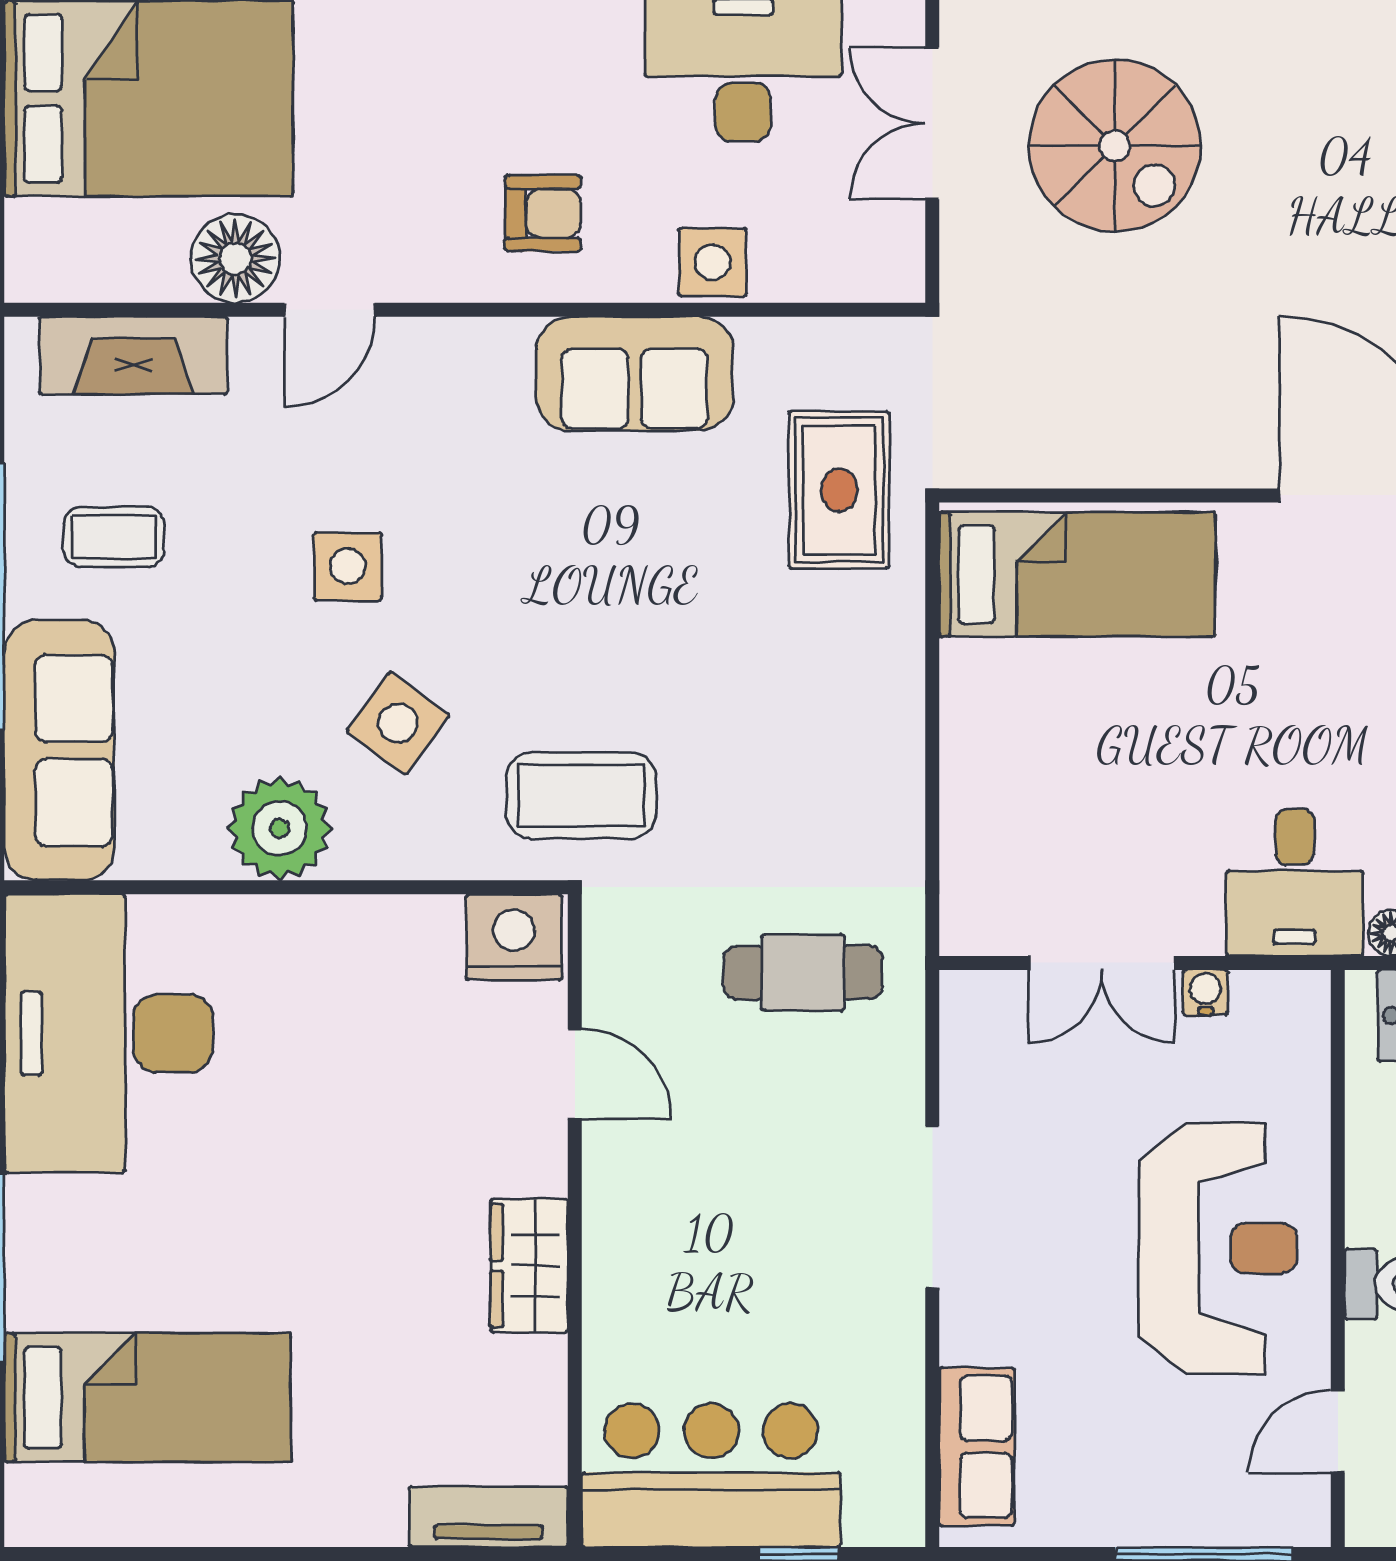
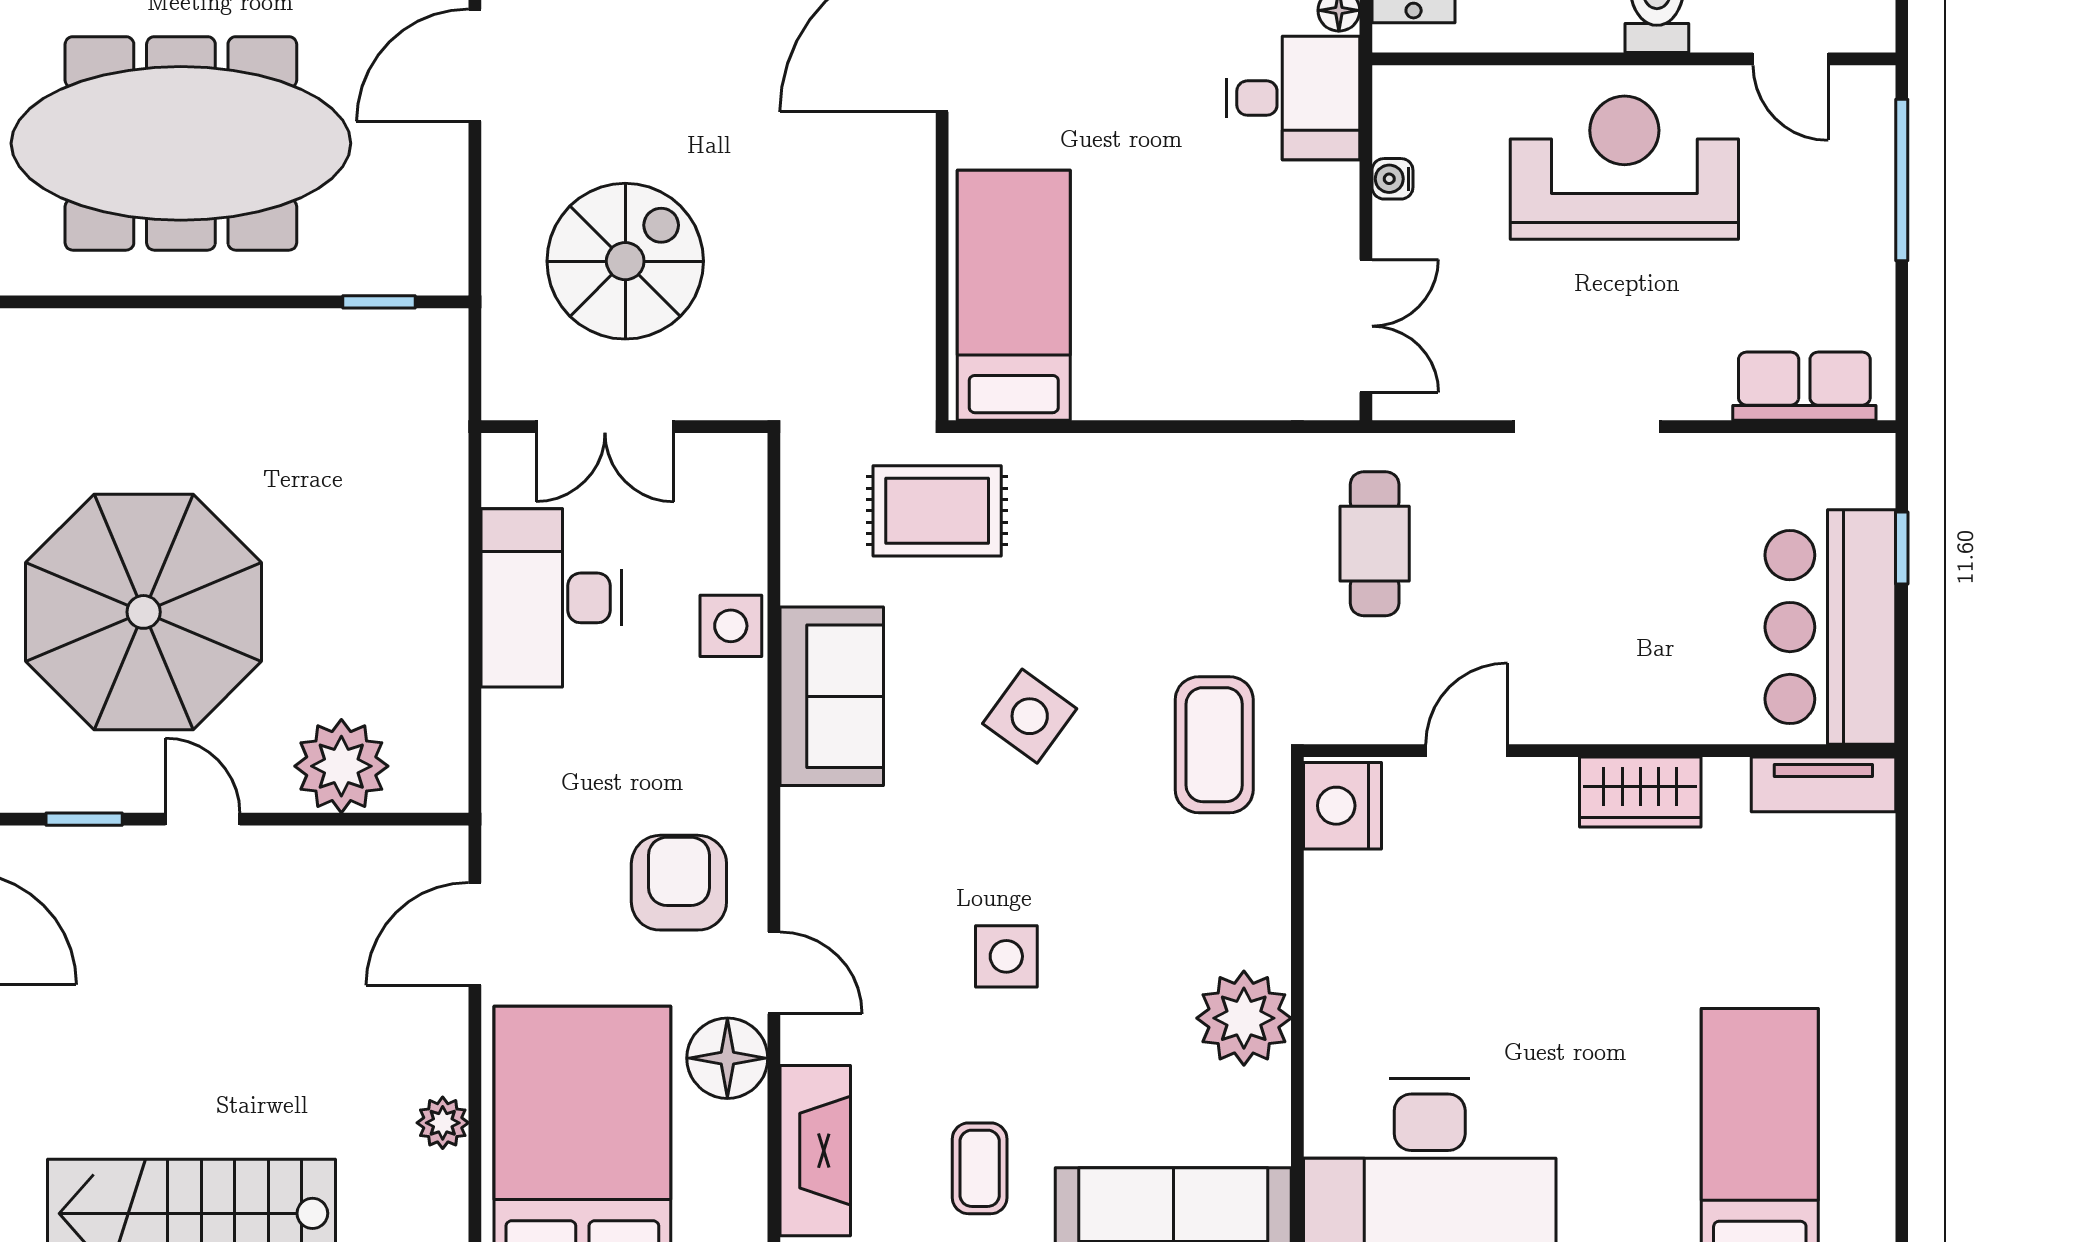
armchair: (543, 213) -> (679, 883), moved, width x1.38, depth x1.38
side table: (398, 723) -> (1030, 716), moved
double door: (1102, 963) -> (1366, 326), moved
tv unit: (488, 1517) -> (1823, 784), moved, turned -90

